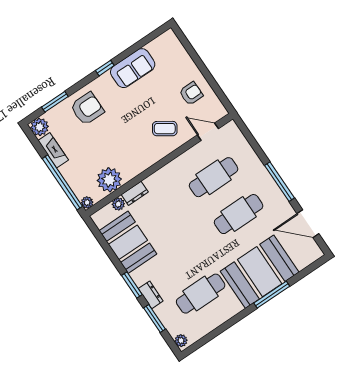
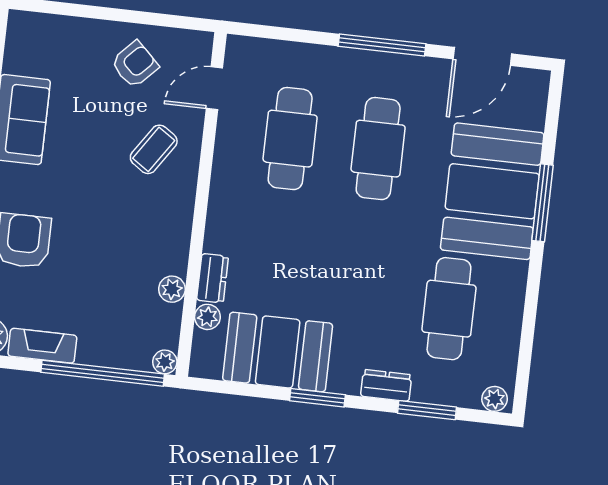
armchair: (191, 93) -> (135, 64), turned 44
plant: (109, 180) -> (172, 289), width x0.53, depth x0.53
window: (132, 285) -> (317, 398), moved

